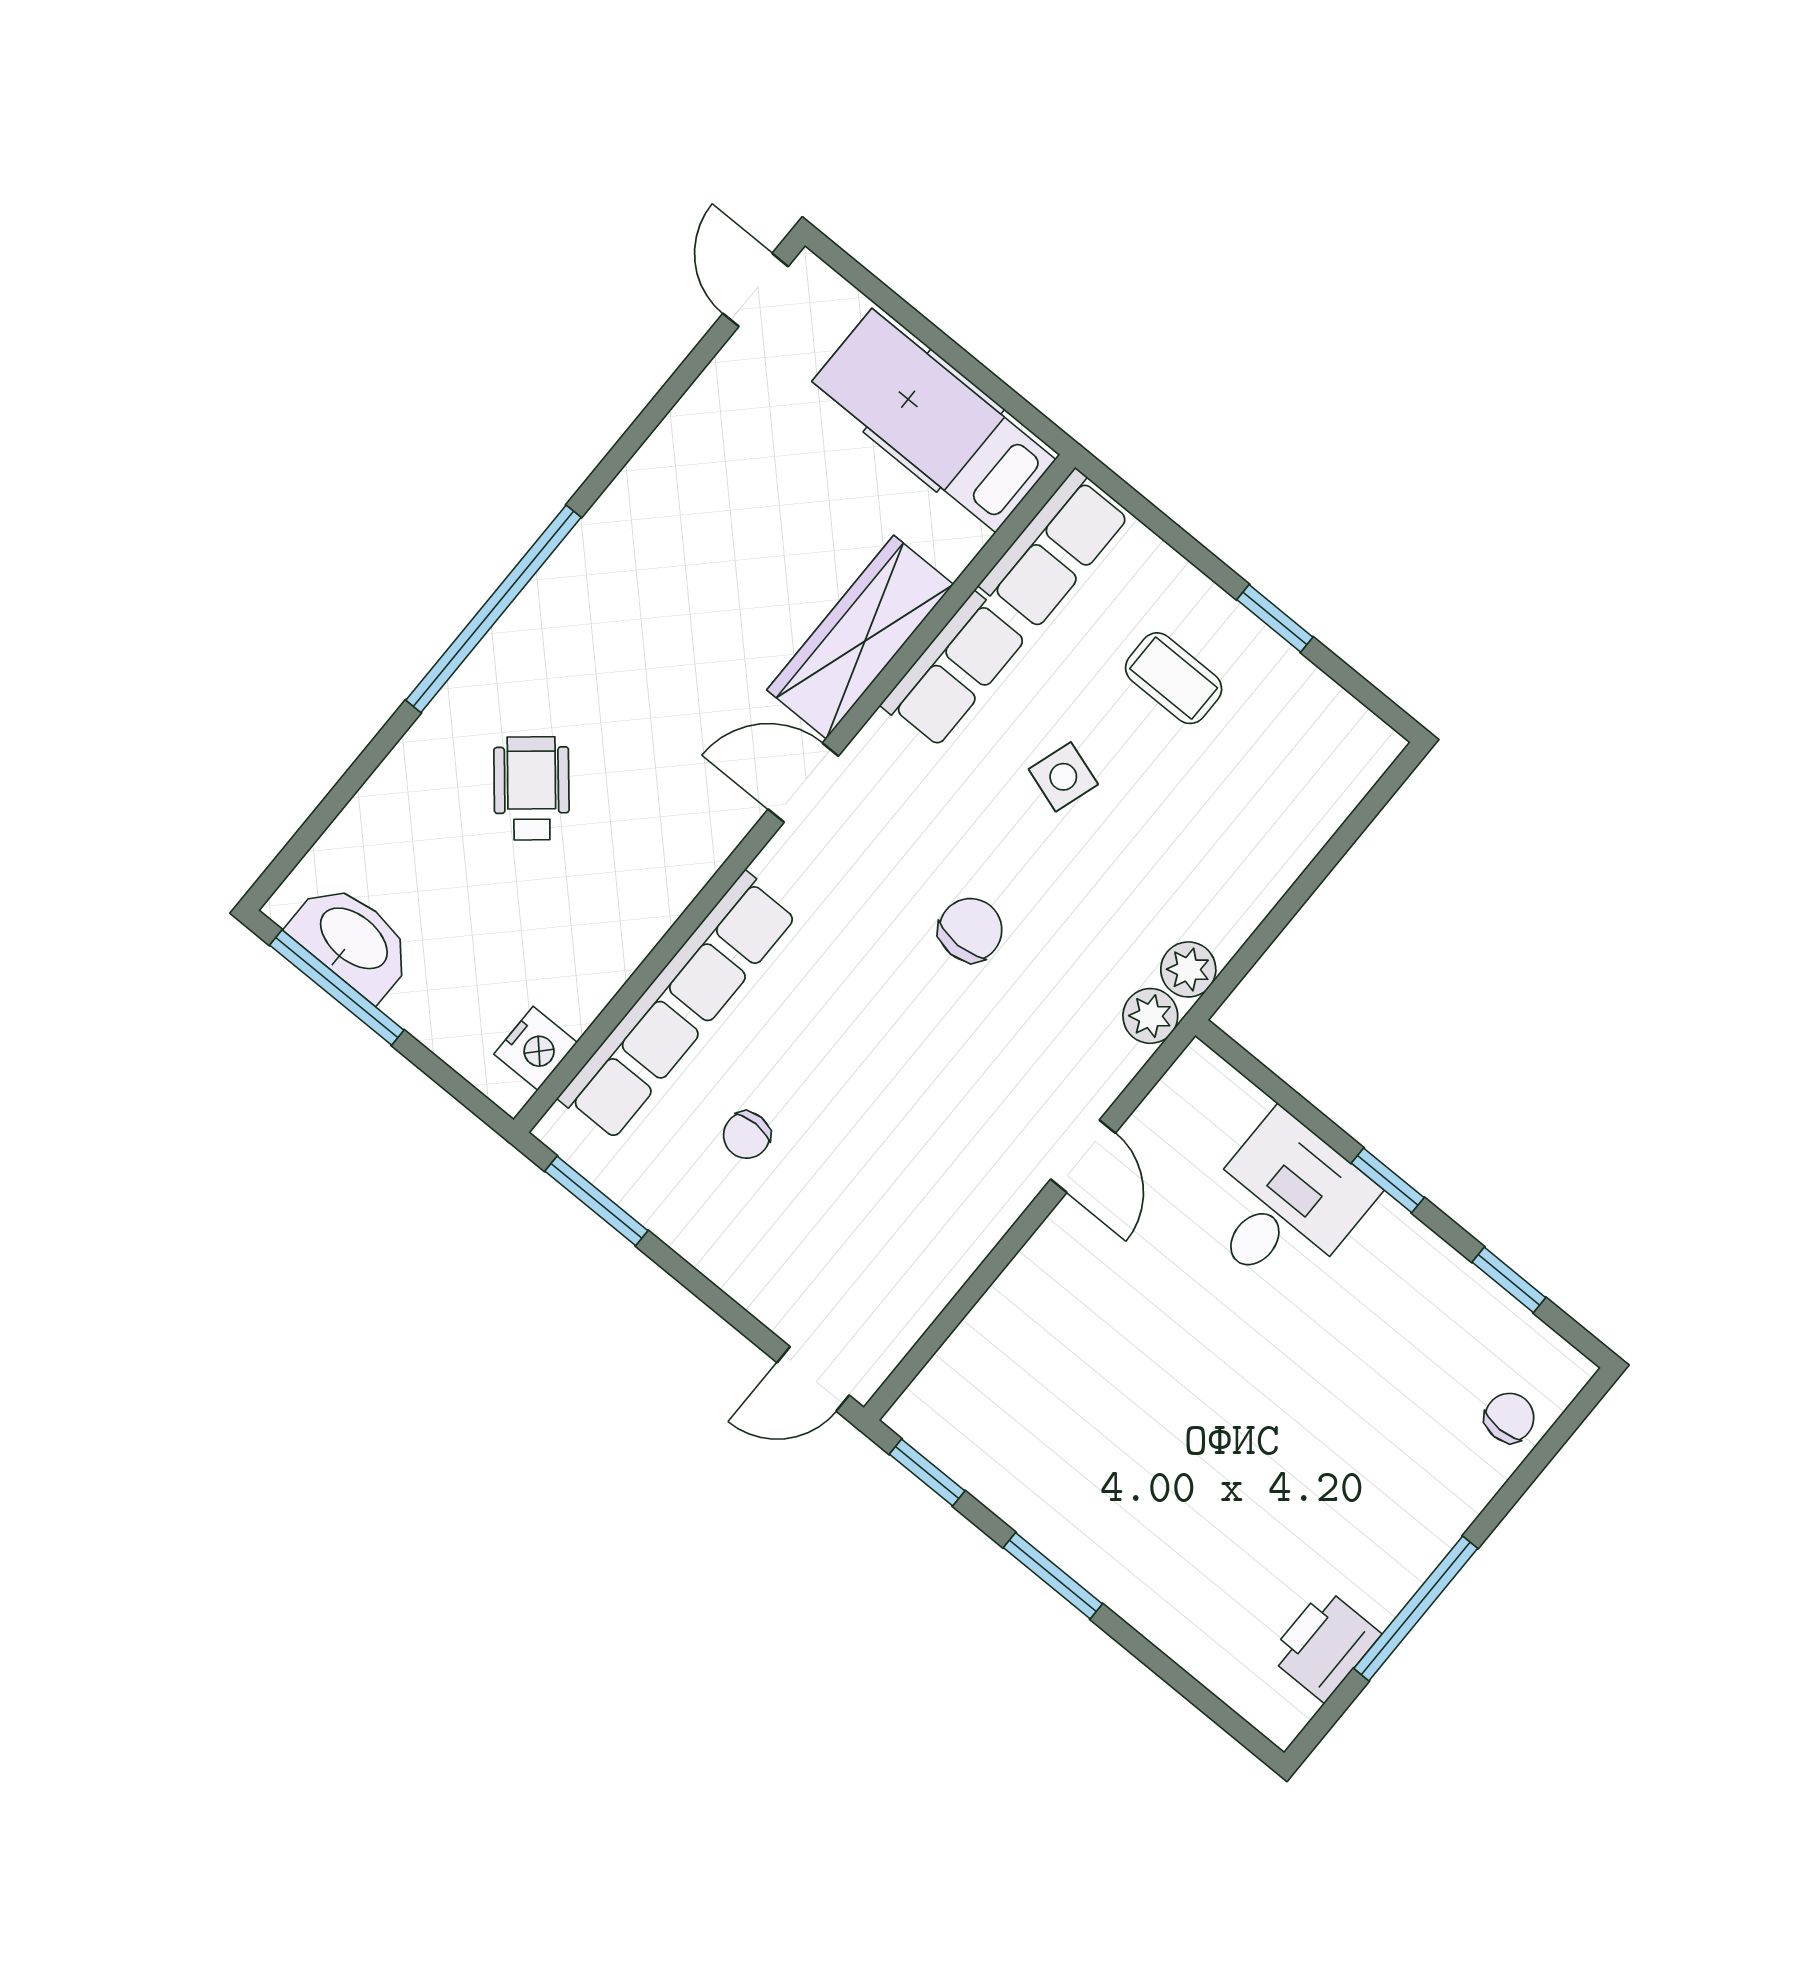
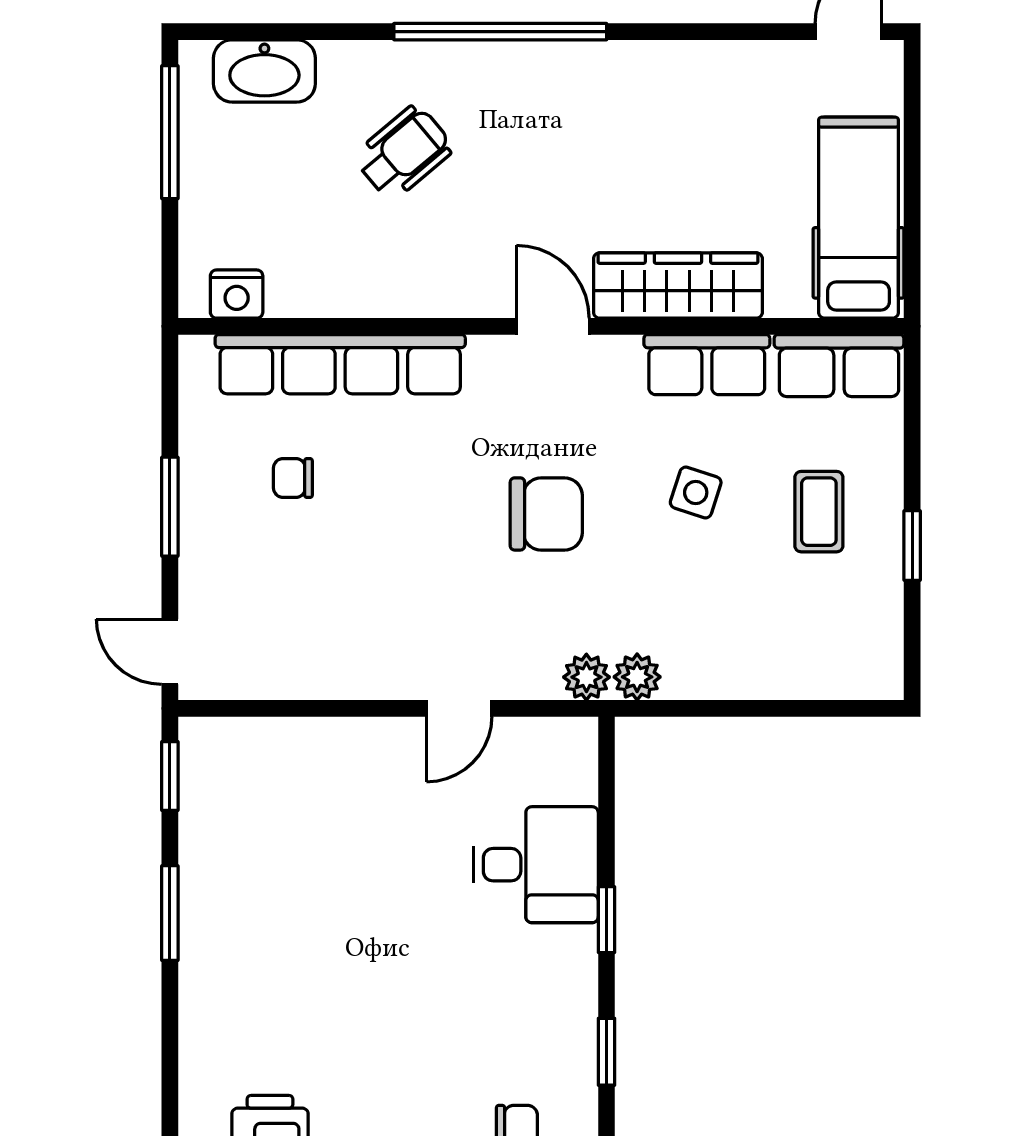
chair: (970, 930) -> (546, 514), width x1.37, depth x1.37
washbasin: (352, 940) -> (264, 71), moved, turned 90
window: (596, 1201) -> (170, 507), moved

